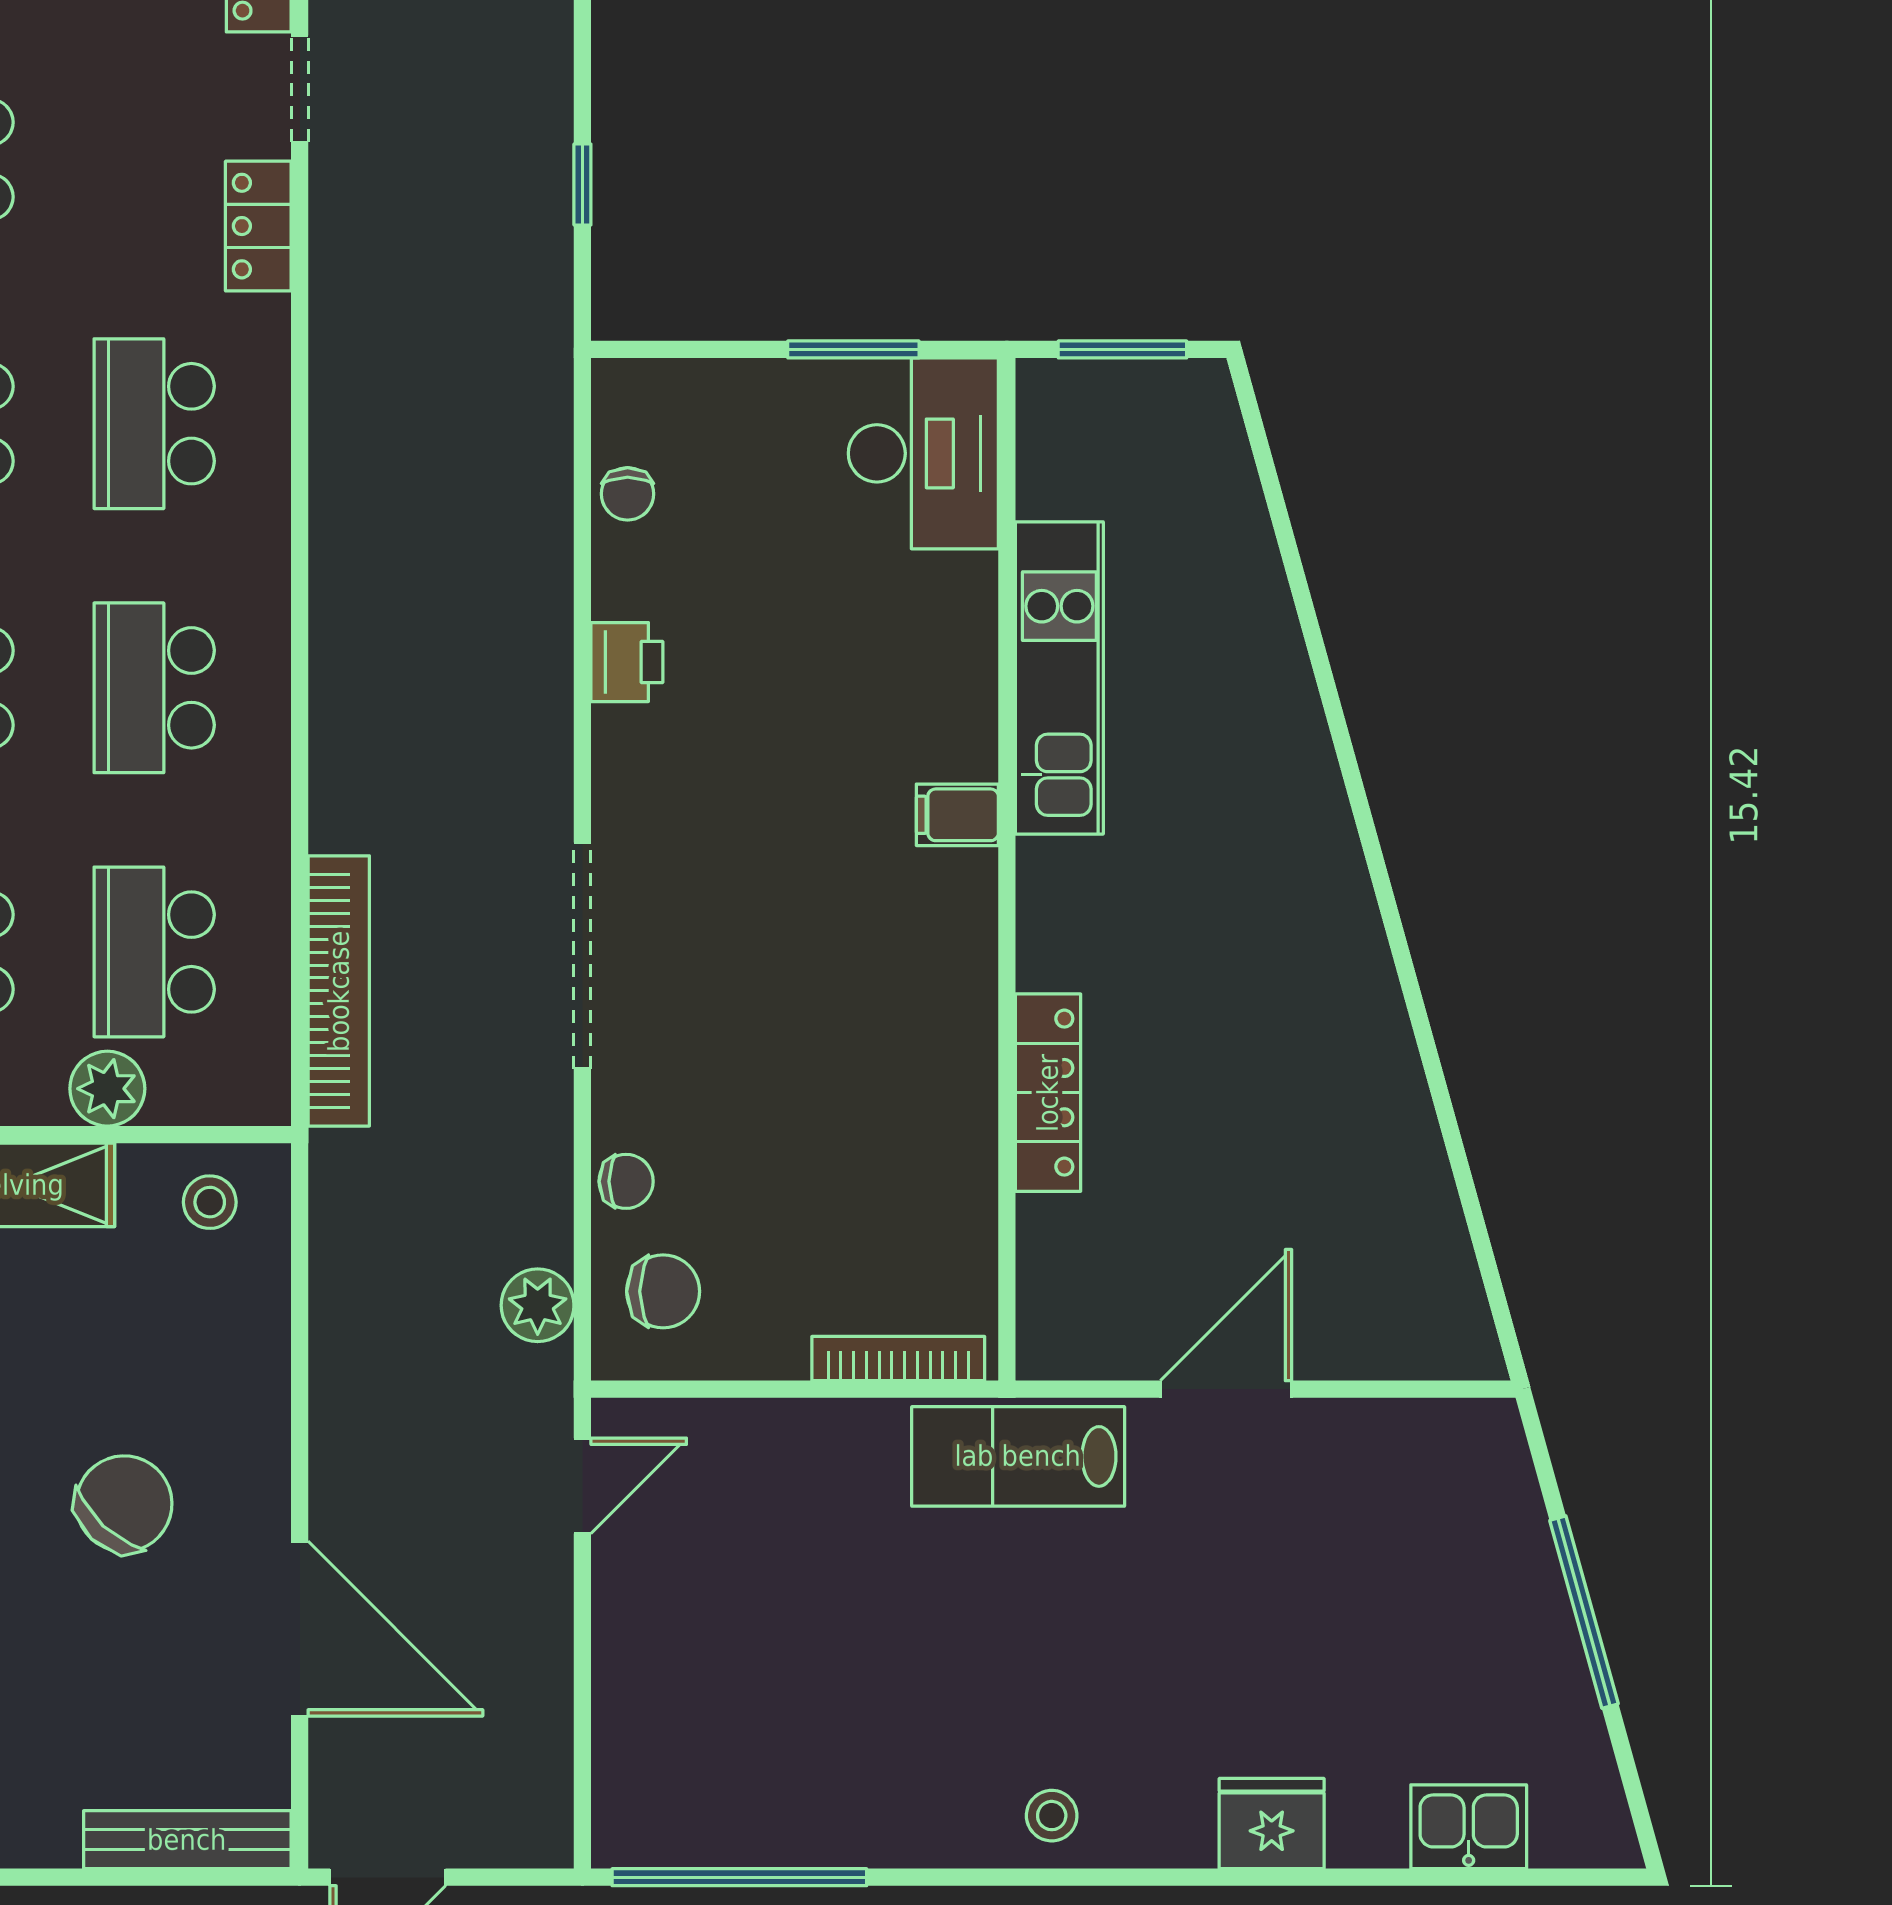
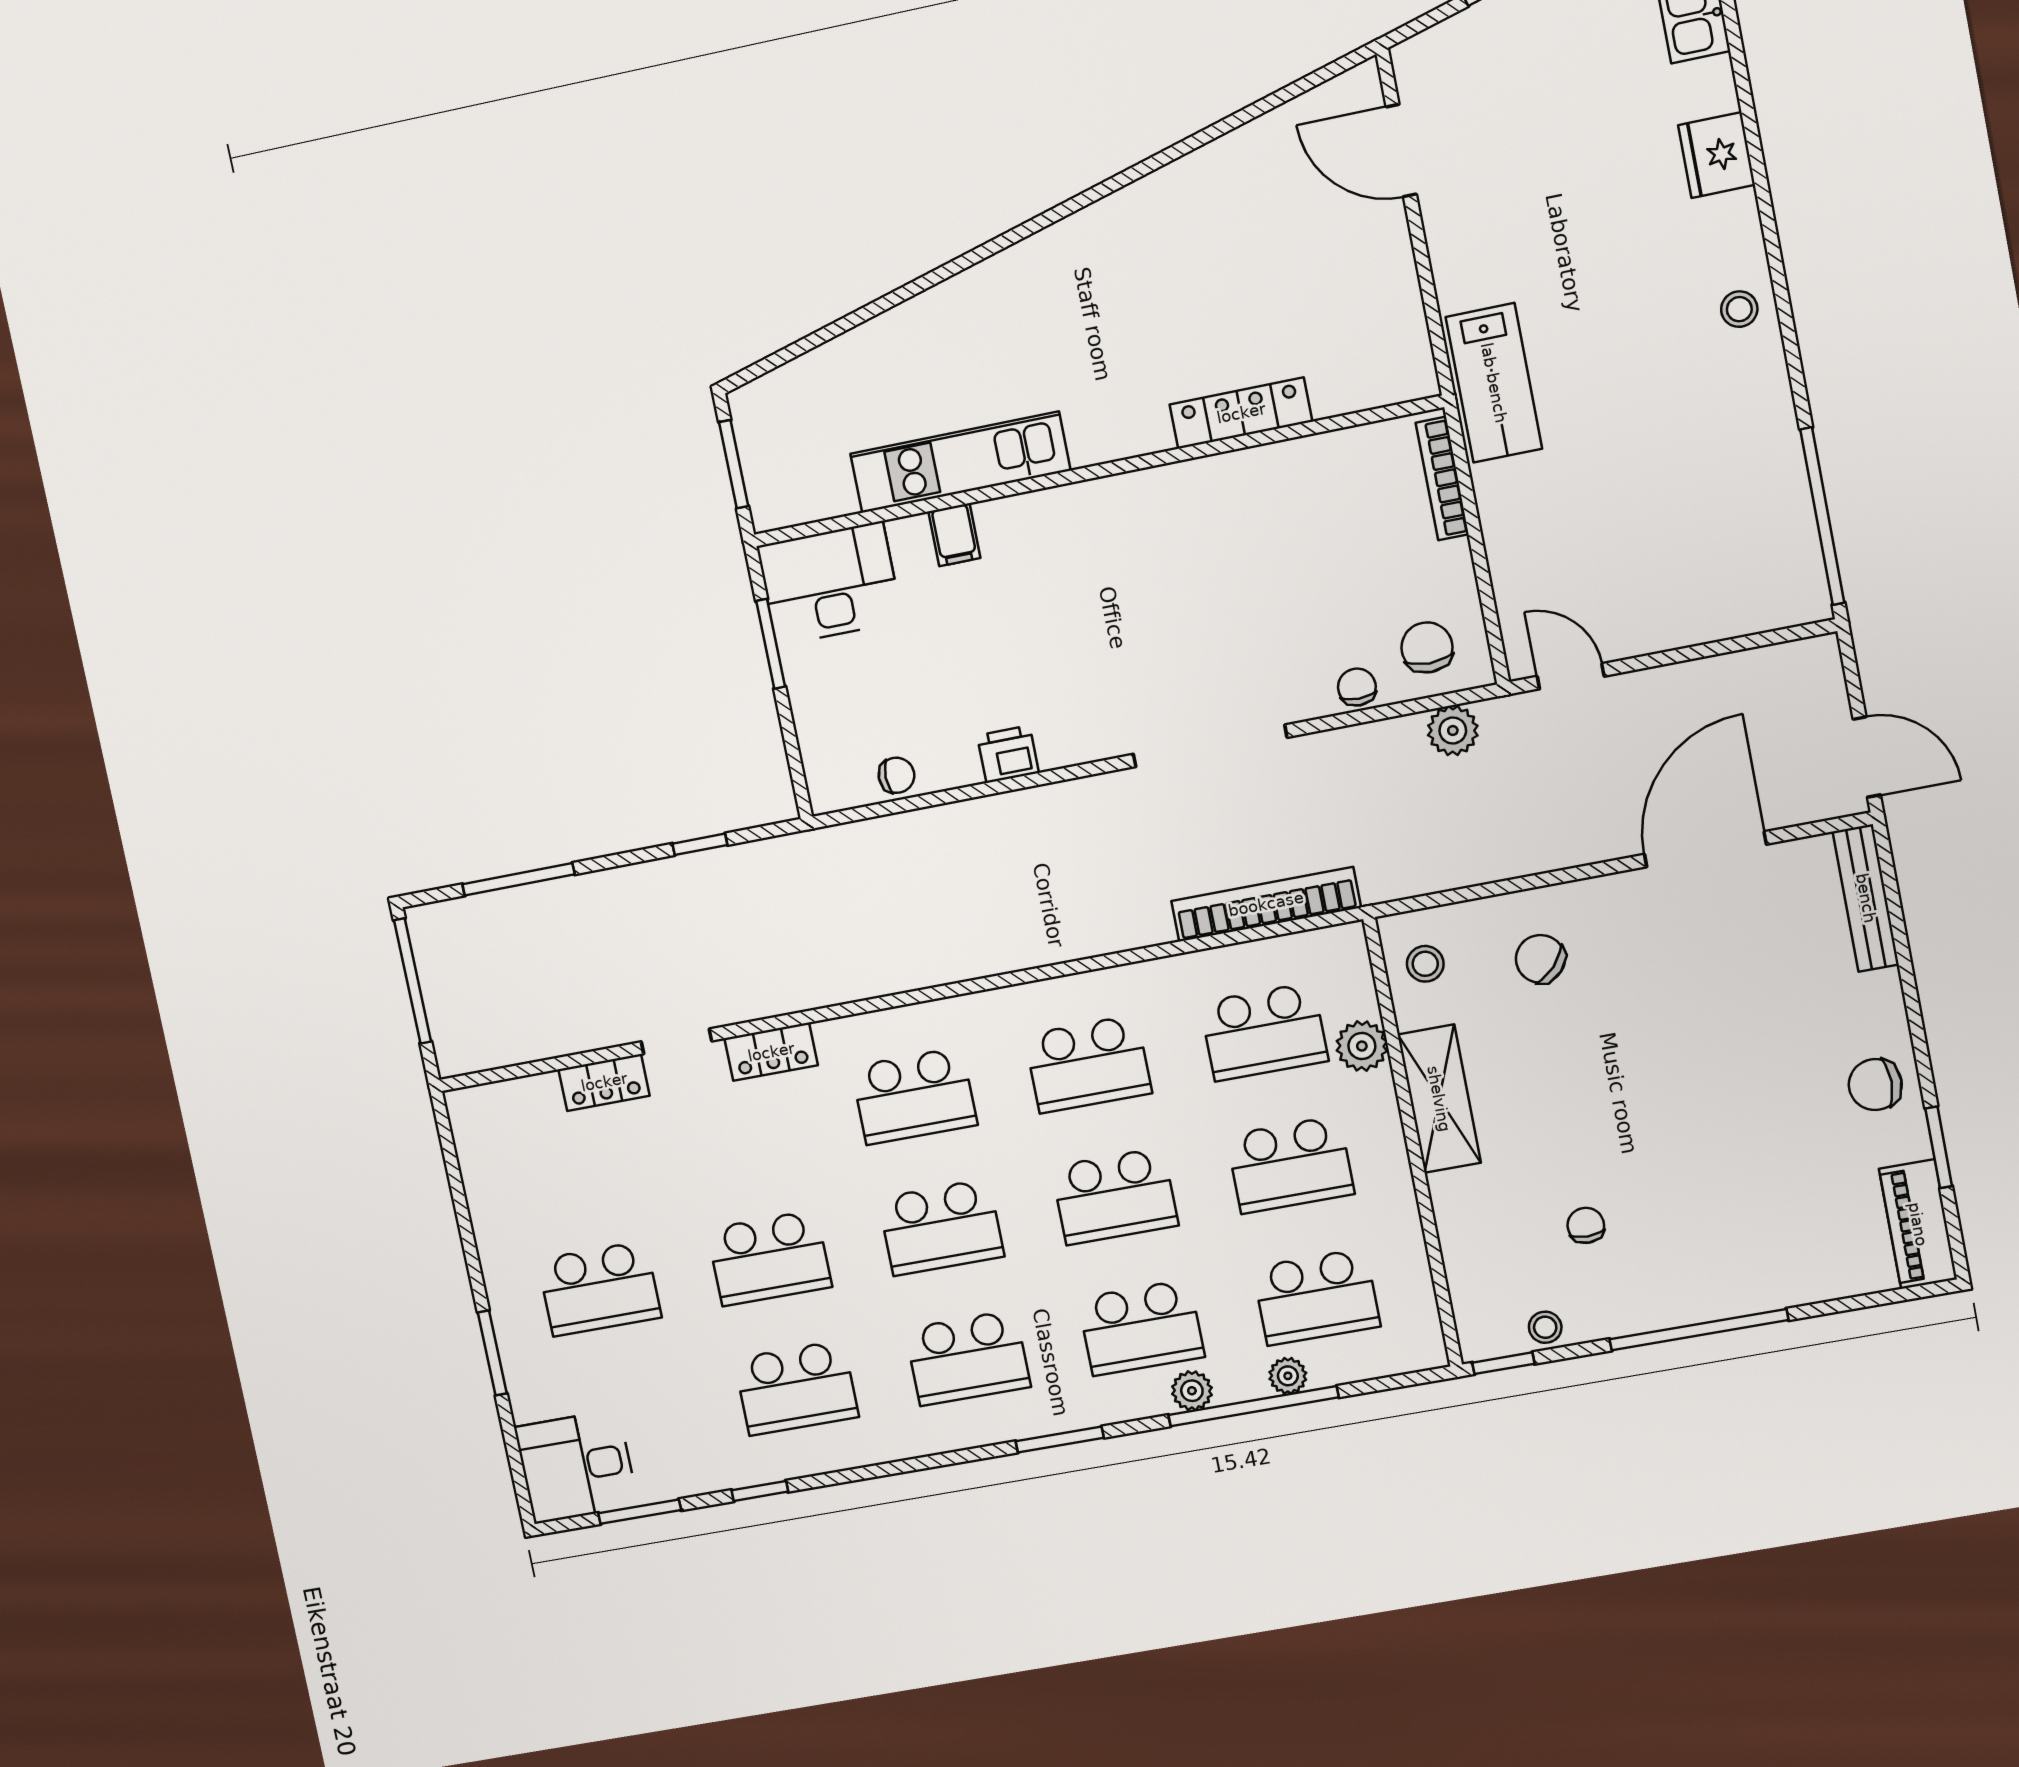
filing cabinet: (957, 815) -> (954, 535), moved
door: (1226, 1389) -> (1401, 151), moved
chair: (124, 1504) -> (1540, 959), moved, width x0.73, depth x0.73

